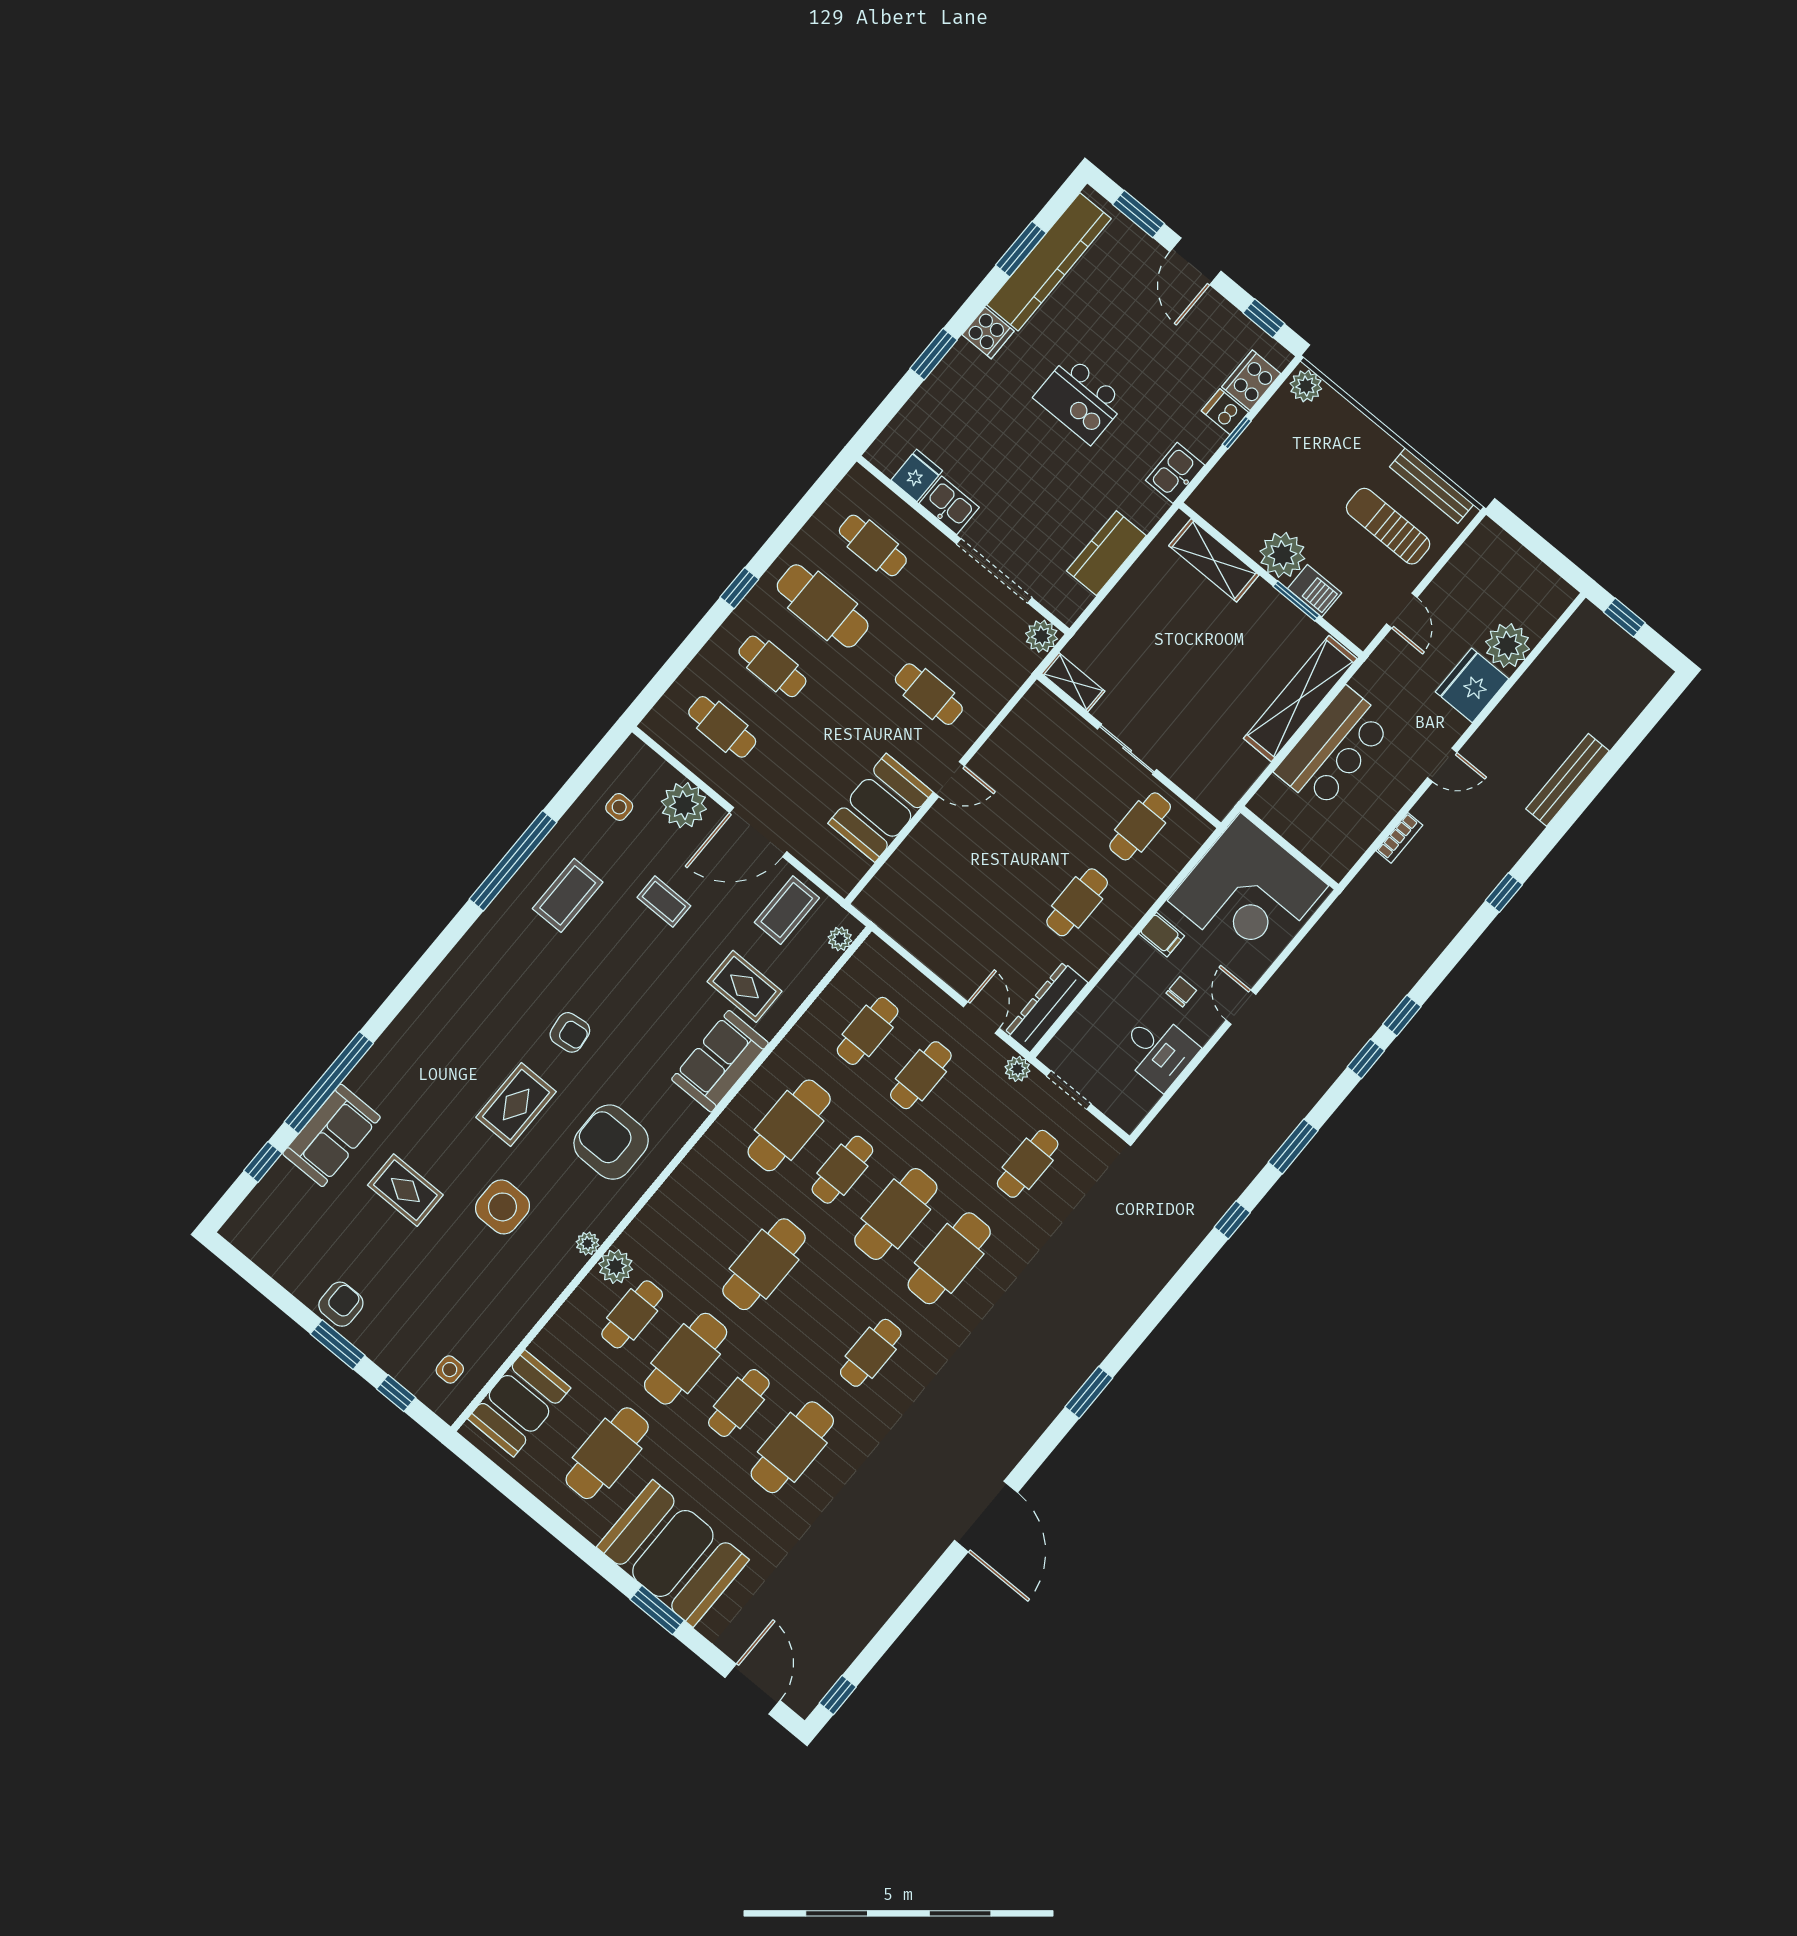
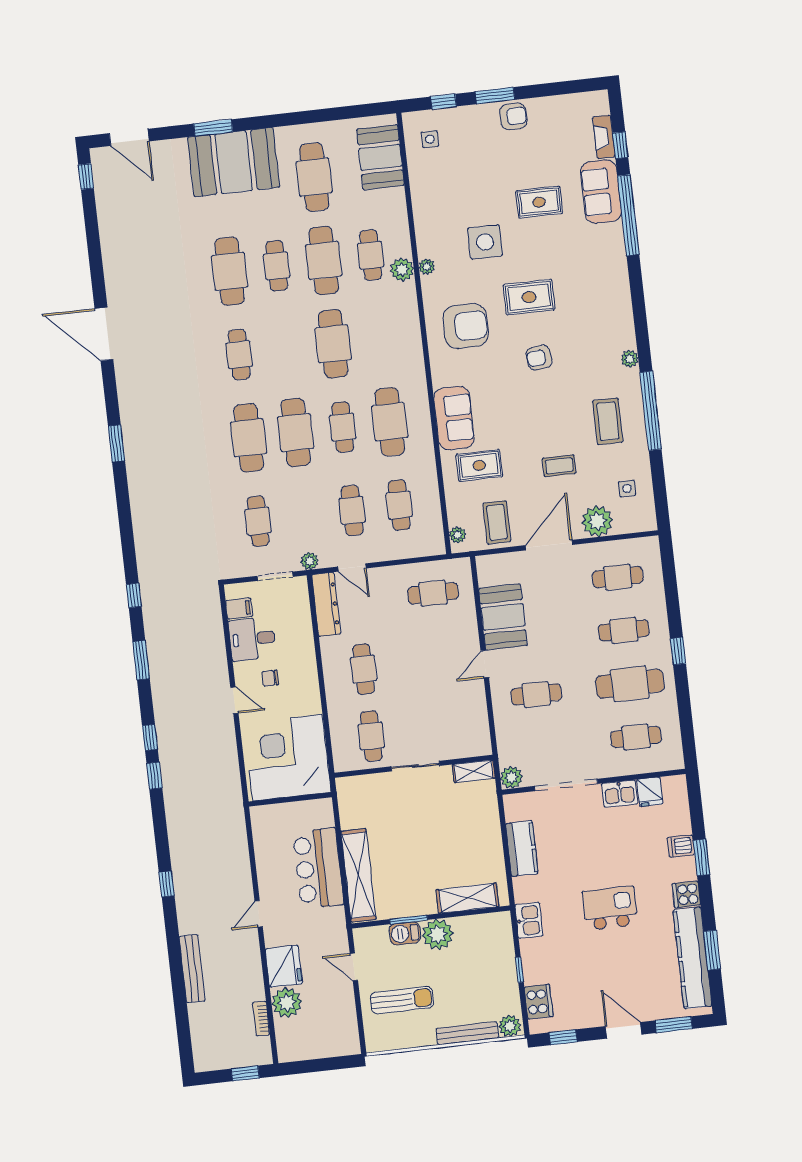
dishwasher: (1225, 412) -> (681, 846), moved, turned 180
bench: (1432, 486) -> (467, 1033), moved
bookcase: (1399, 838) -> (261, 1019), moved
cafe table: (927, 906) -> (433, 593), added
filing cabinet: (1162, 935) -> (239, 609), moved, turned 180
plant: (479, 936) -> (630, 359), added
chair: (1181, 992) -> (270, 678), turned 90
rug: (516, 1104) -> (529, 297), turned 90
fireplace: (271, 1188) -> (604, 137), added
armchair: (341, 1304) -> (513, 116), turned -91

